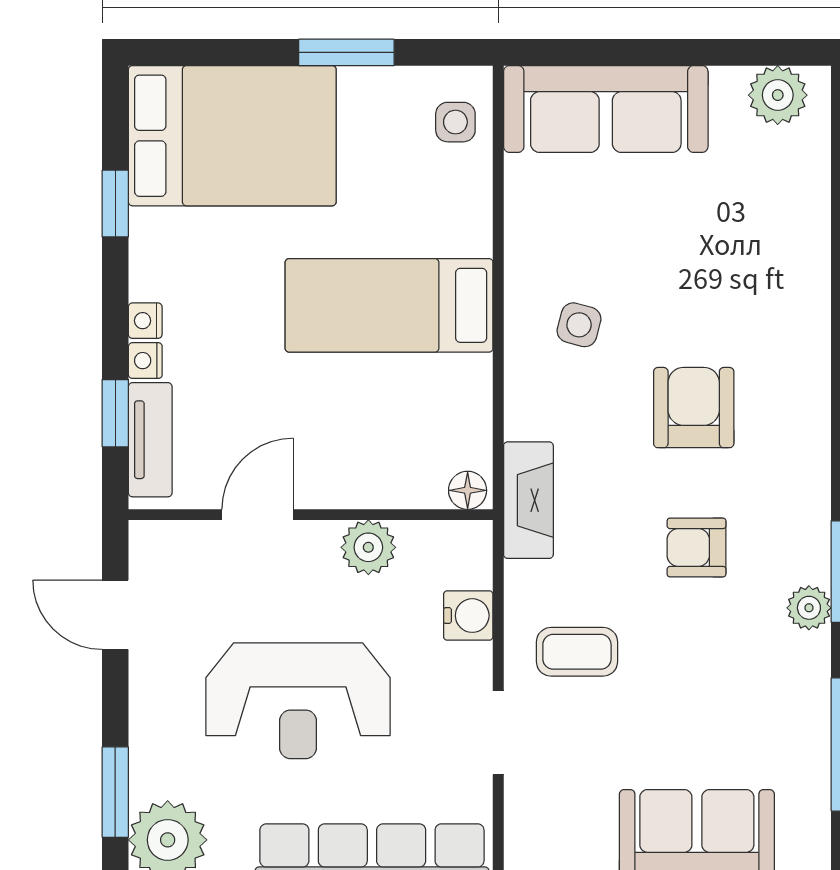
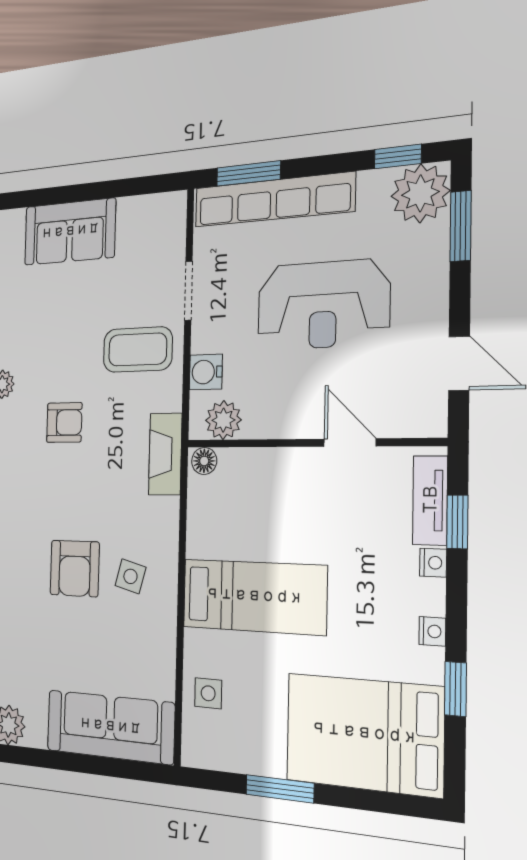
side table: (455, 122) -> (208, 693), moved
nightstand: (145, 321) -> (432, 631), moved
armchair: (694, 408) -> (75, 568), moved
door: (257, 515) -> (350, 443), swing flipped
plant: (368, 547) -> (223, 420), moved
coffee table: (577, 652) -> (138, 350), width x1.36, depth x1.30
reception desk: (298, 701) -> (323, 305), turned 180

